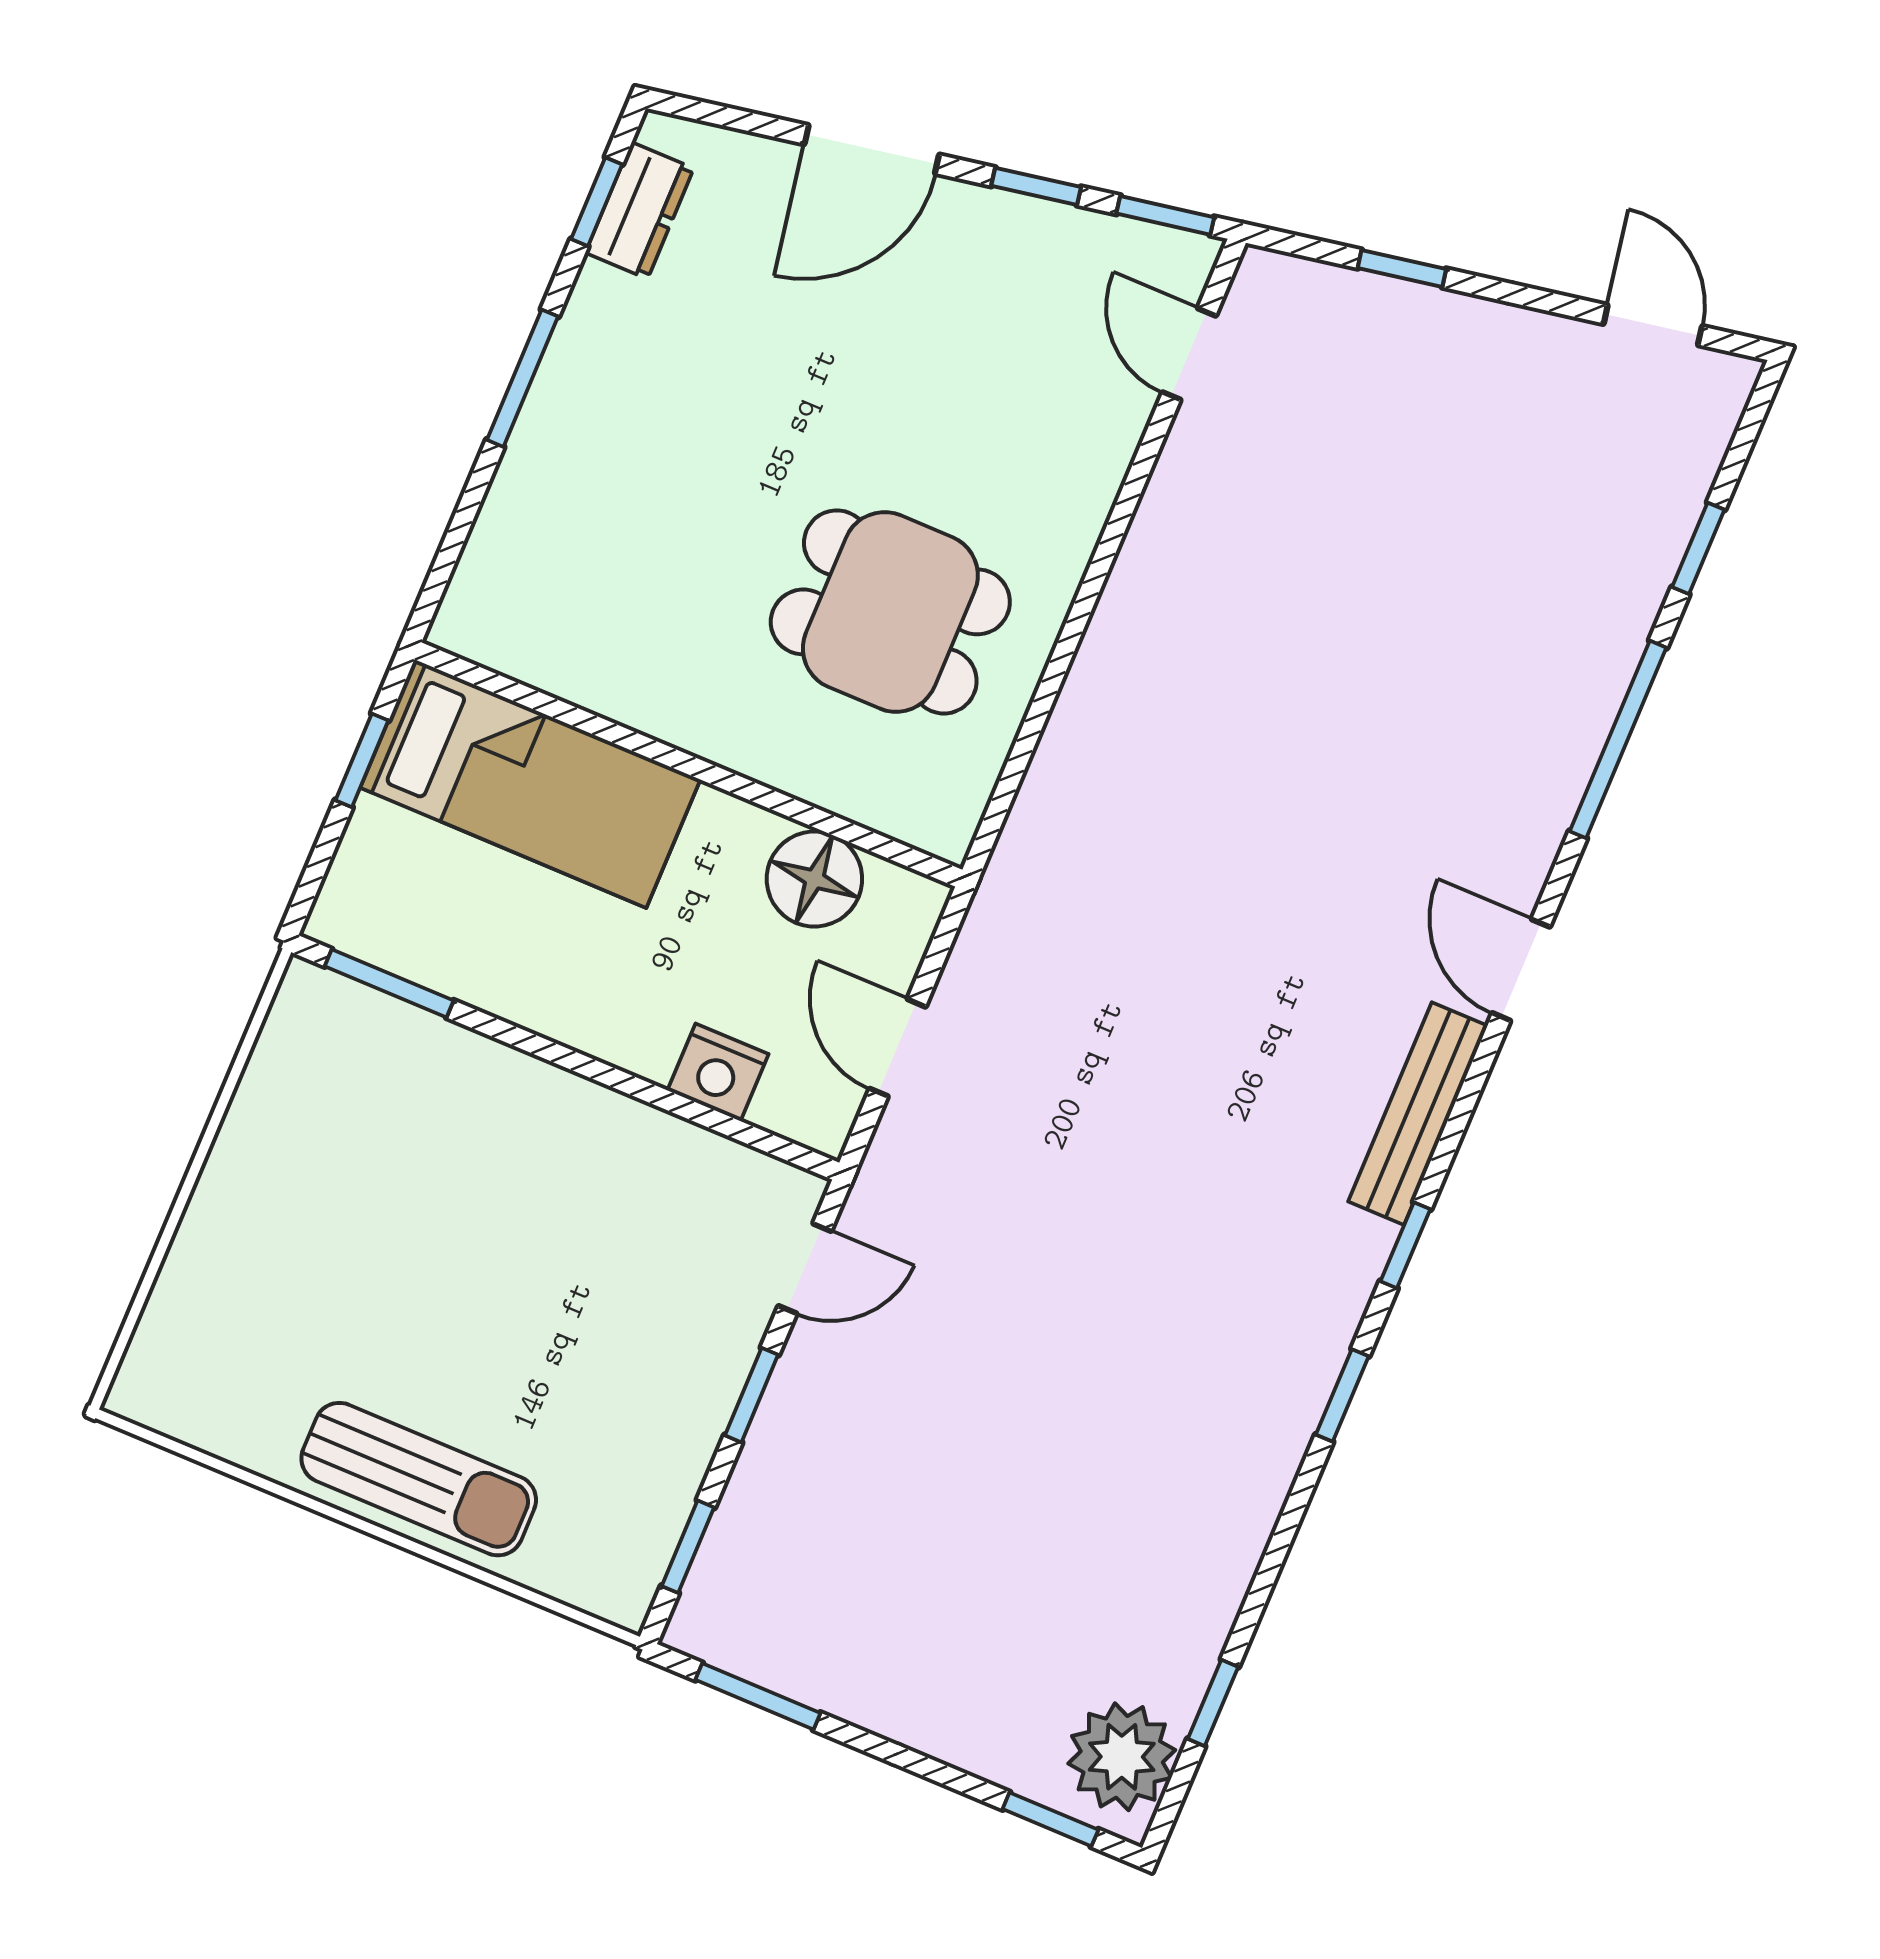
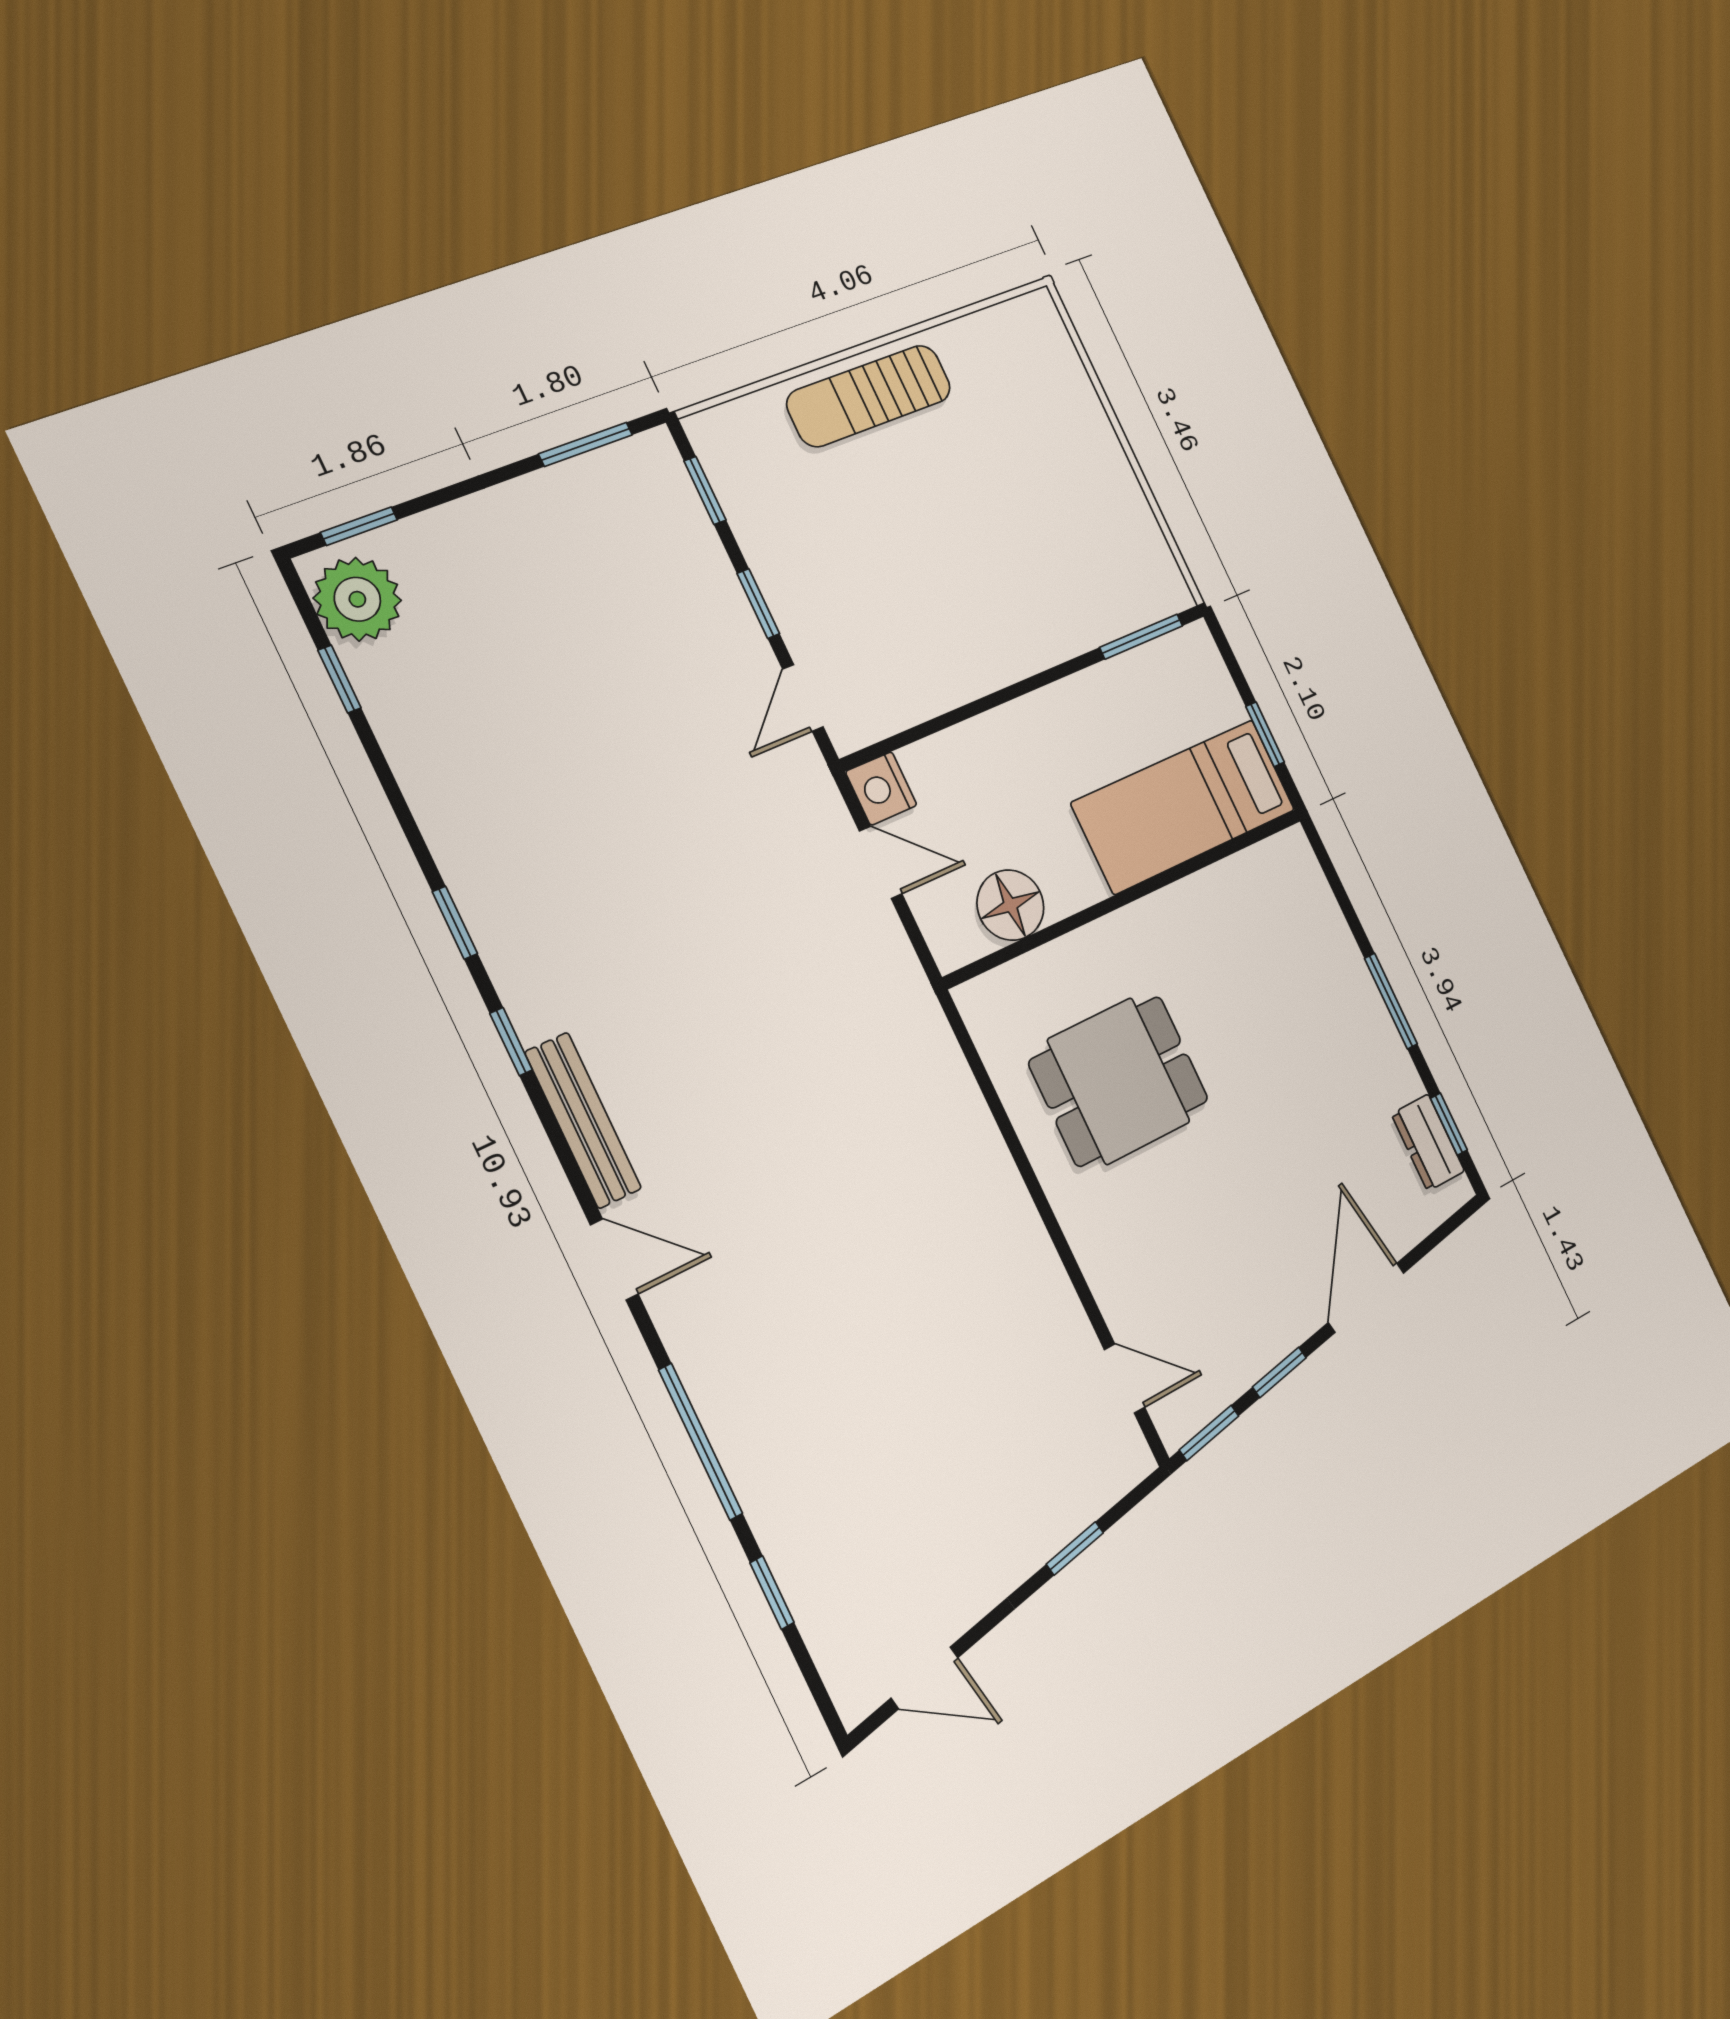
nightstand: (718, 1072) -> (881, 788), moved, turned -90

